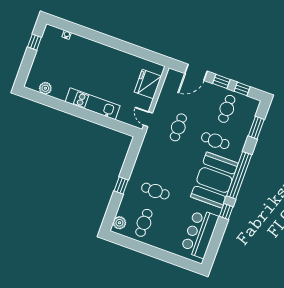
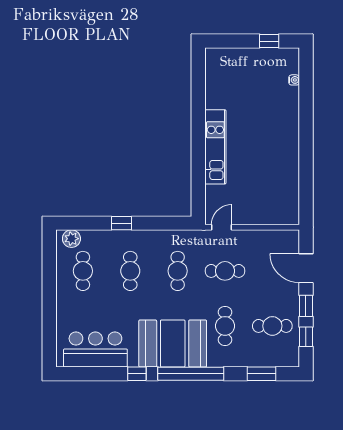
fridge: (148, 84) -> (268, 210), removed
plant: (45, 88) -> (214, 77), removed
cafe table: (167, 159) -> (178, 271), added
cafe table: (144, 223) -> (83, 271), turned 90

